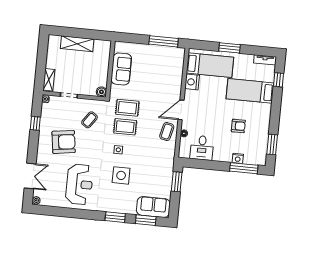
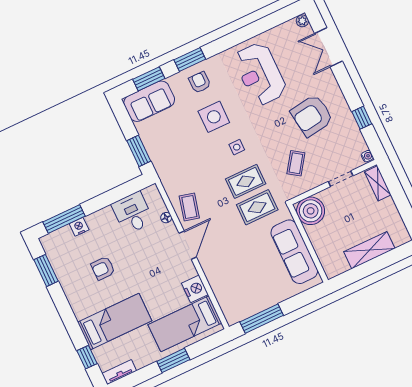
sofa: (121, 69) -> (294, 252), width x1.36
boiler: (101, 92) -> (311, 211), width x1.86, depth x1.86
armchair: (117, 200) -> (200, 82), added

